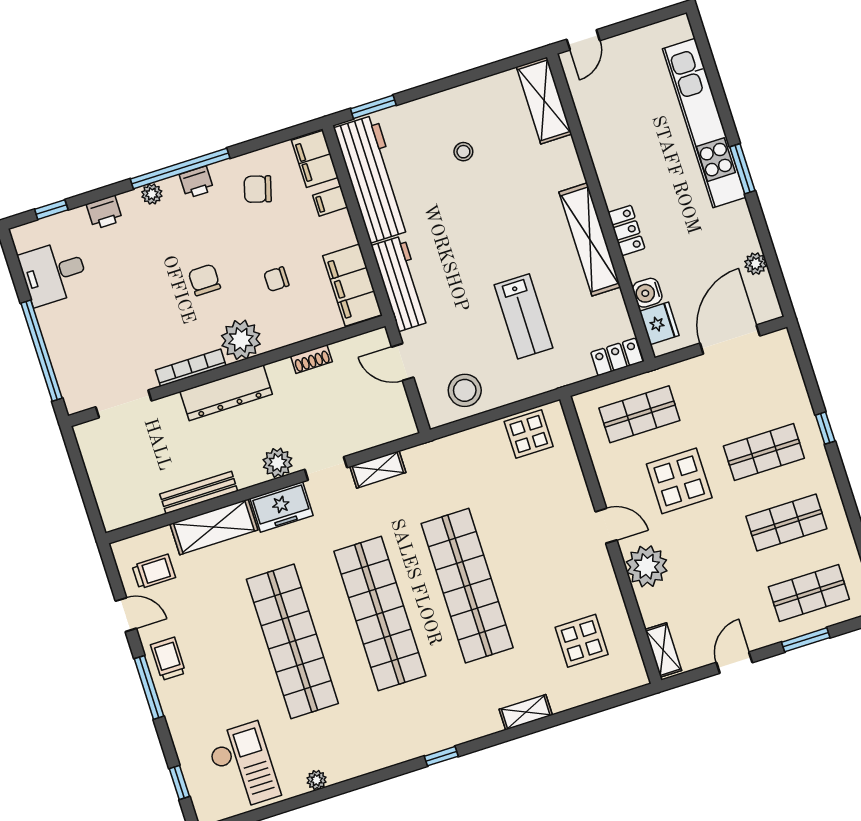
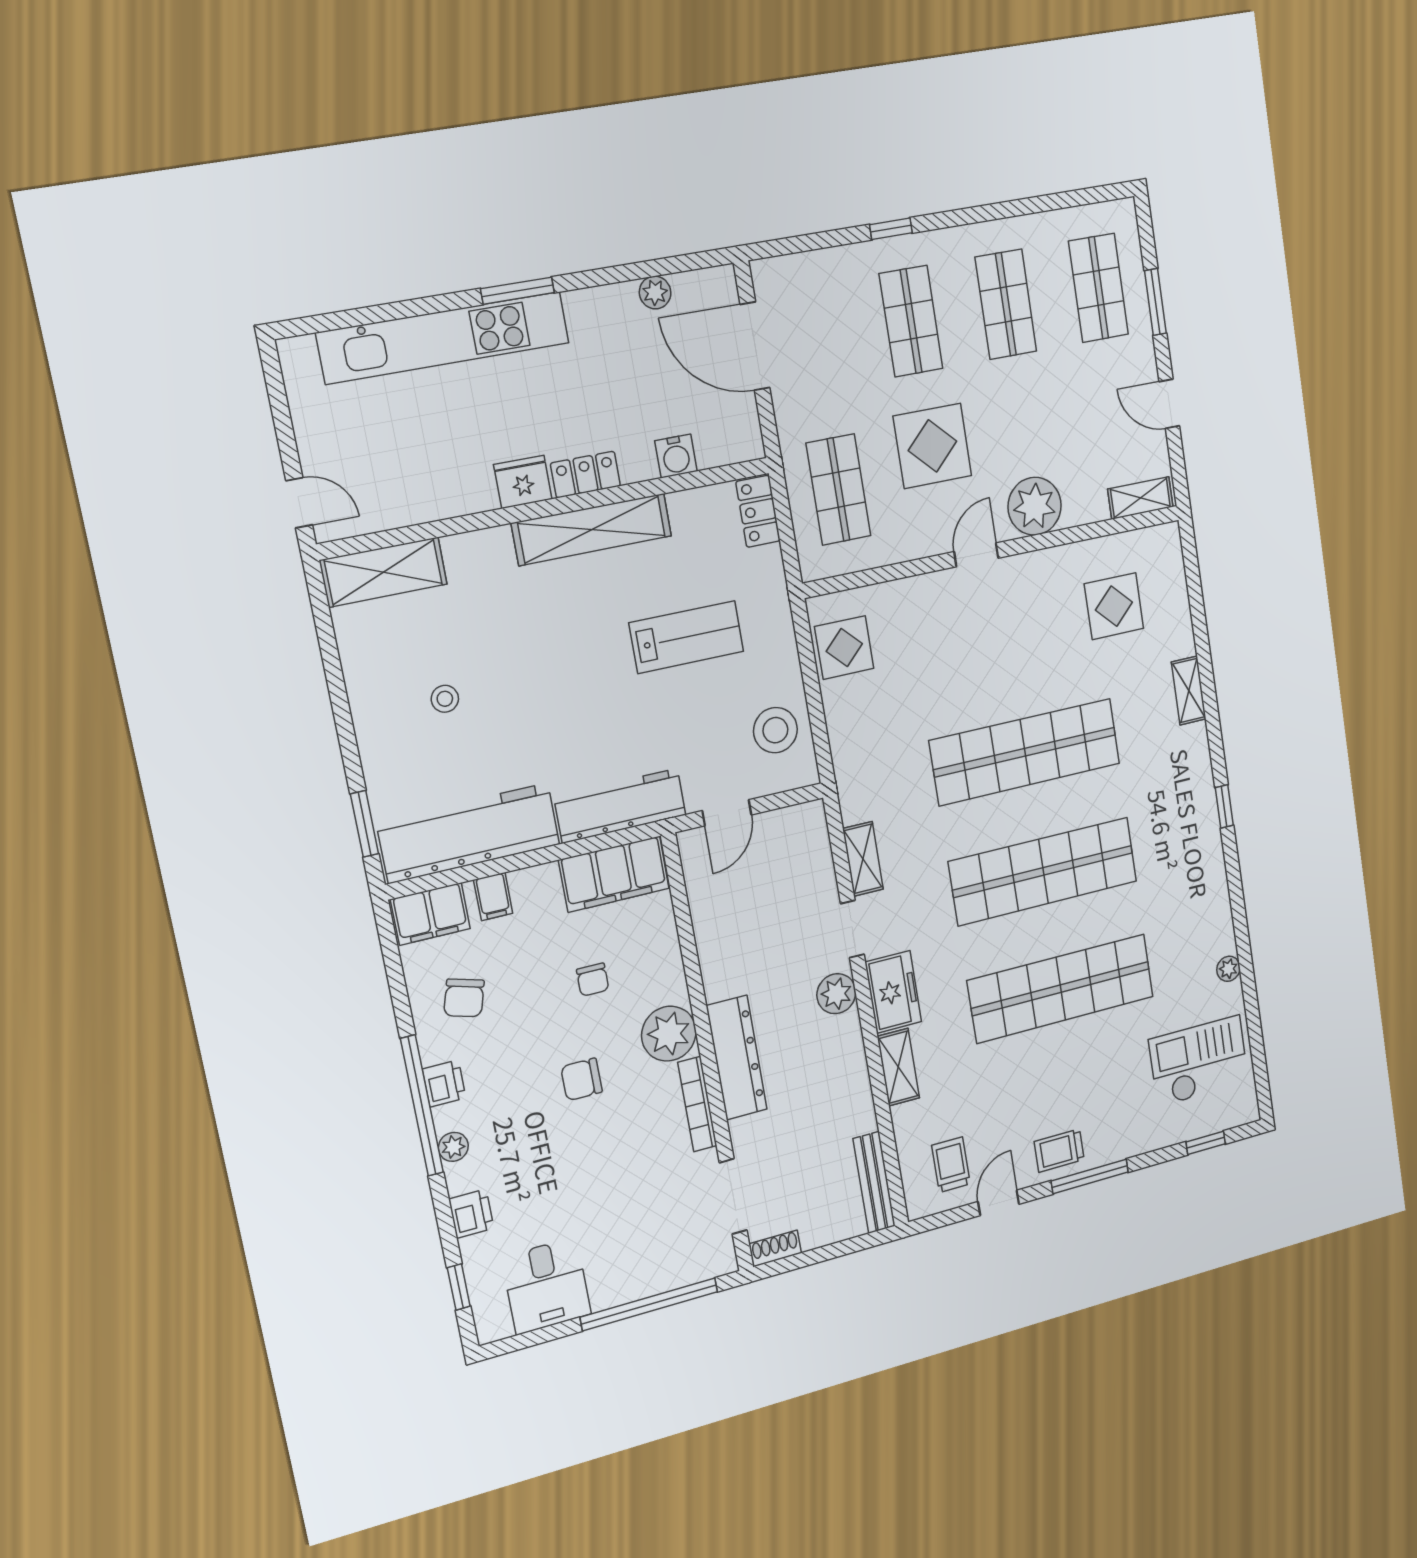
fridge: (659, 323) -> (523, 482), moved
shoe rack: (311, 359) -> (775, 1248), moved, turned -90
bench: (199, 493) -> (874, 1182), moved
shelving: (214, 527) -> (898, 1067), width x0.67, depth x0.75

